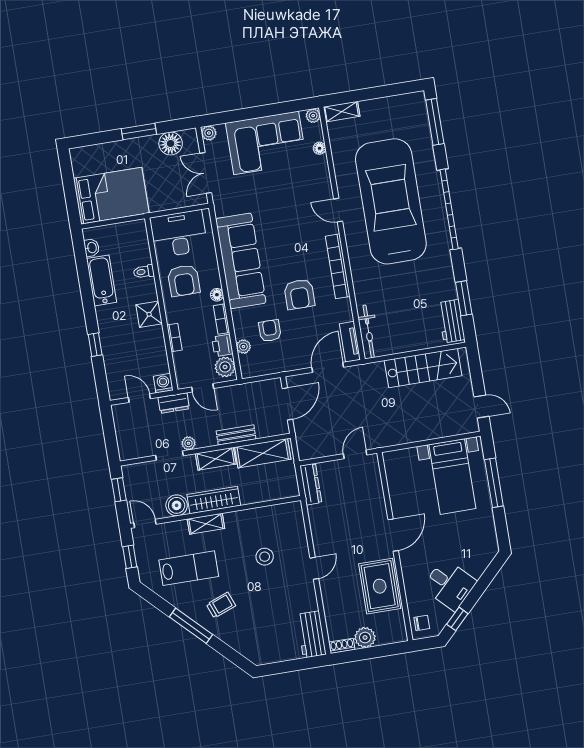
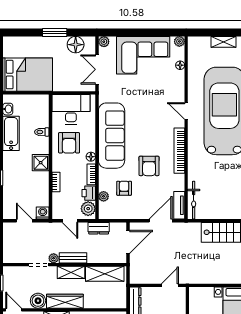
shelving: (342, 112) -> (224, 42), moved
dresser: (174, 403) -> (99, 228), moved
bench: (236, 435) -> (73, 258), moved

